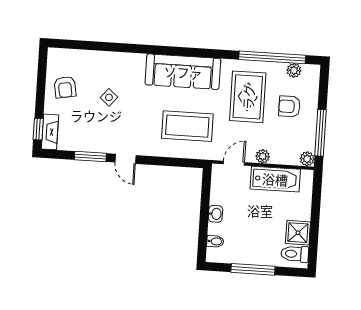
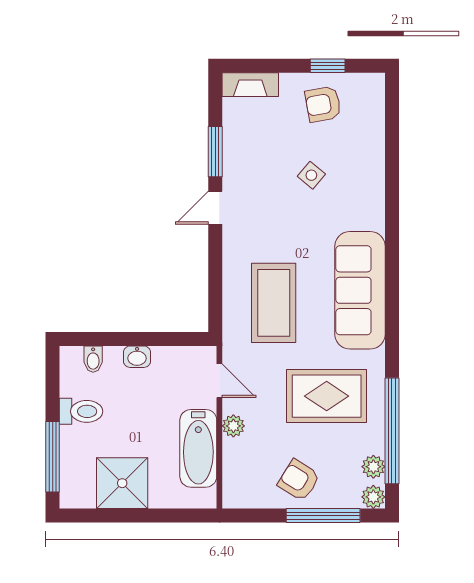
armchair: (289, 106) -> (299, 480), moved, turned -58
window: (38, 129) -> (328, 66), moved
window: (321, 133) -> (323, 516), moved
plant: (307, 159) -> (373, 497), moved
shower: (298, 233) -> (122, 483), width x1.36, depth x1.36
toilet: (295, 254) -> (81, 411), moved, turned 90
window: (253, 269) -> (53, 457), moved

